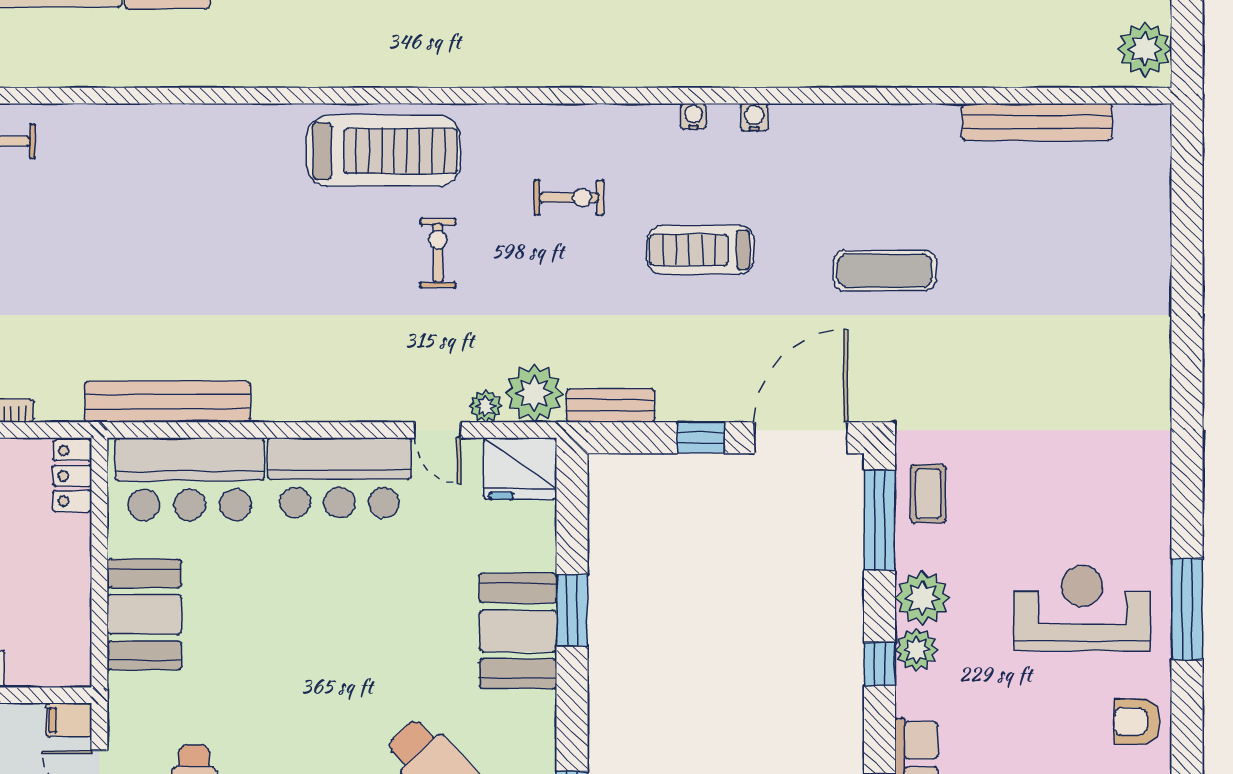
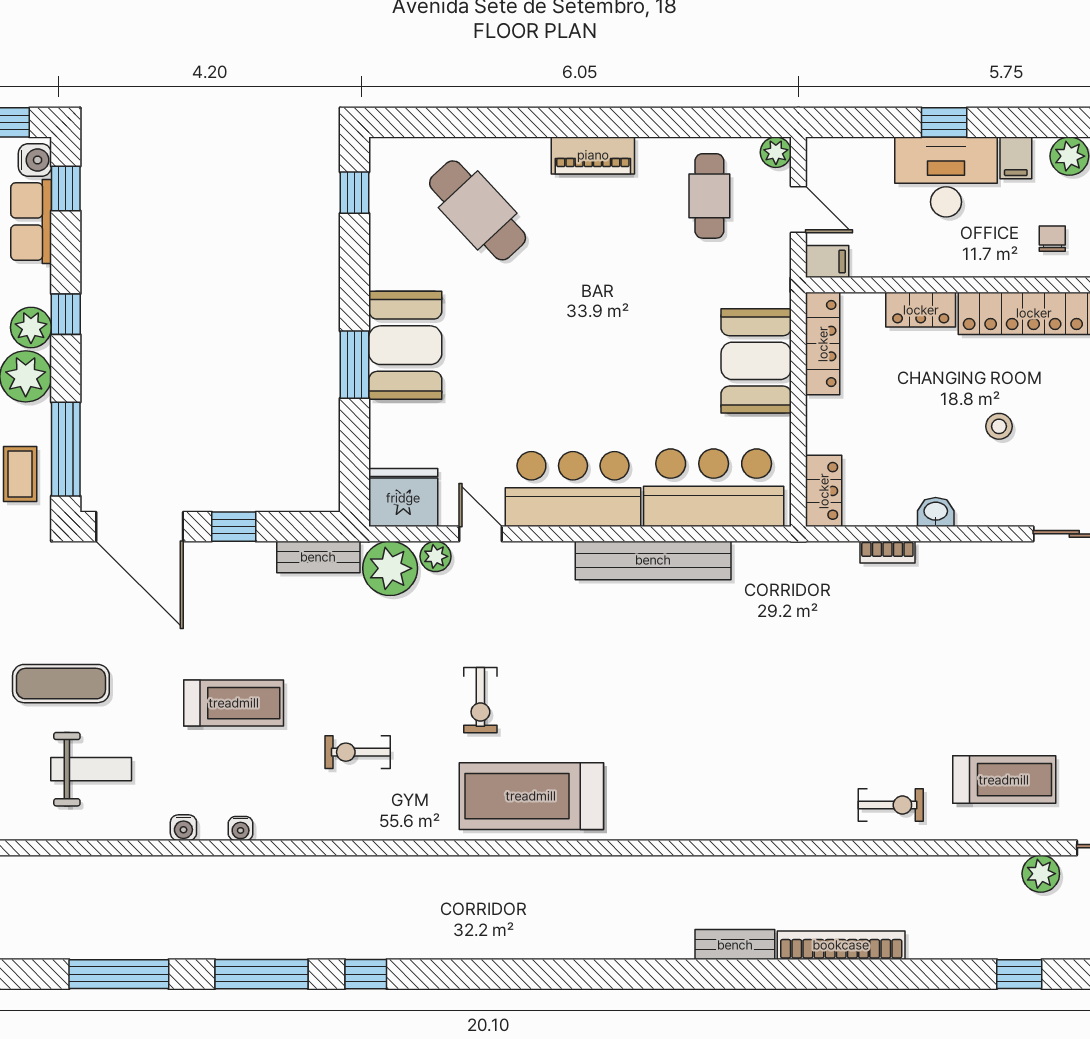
weight bench: (853, 179) -> (91, 769), added
bench: (168, 402) -> (653, 560), moved
door: (801, 438) -> (140, 527), hinge flipped
locker: (73, 633) -> (823, 344), added

